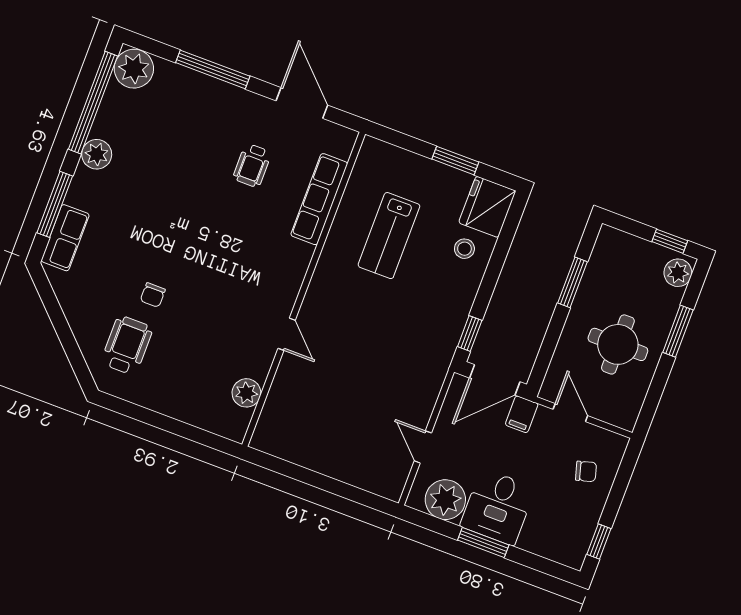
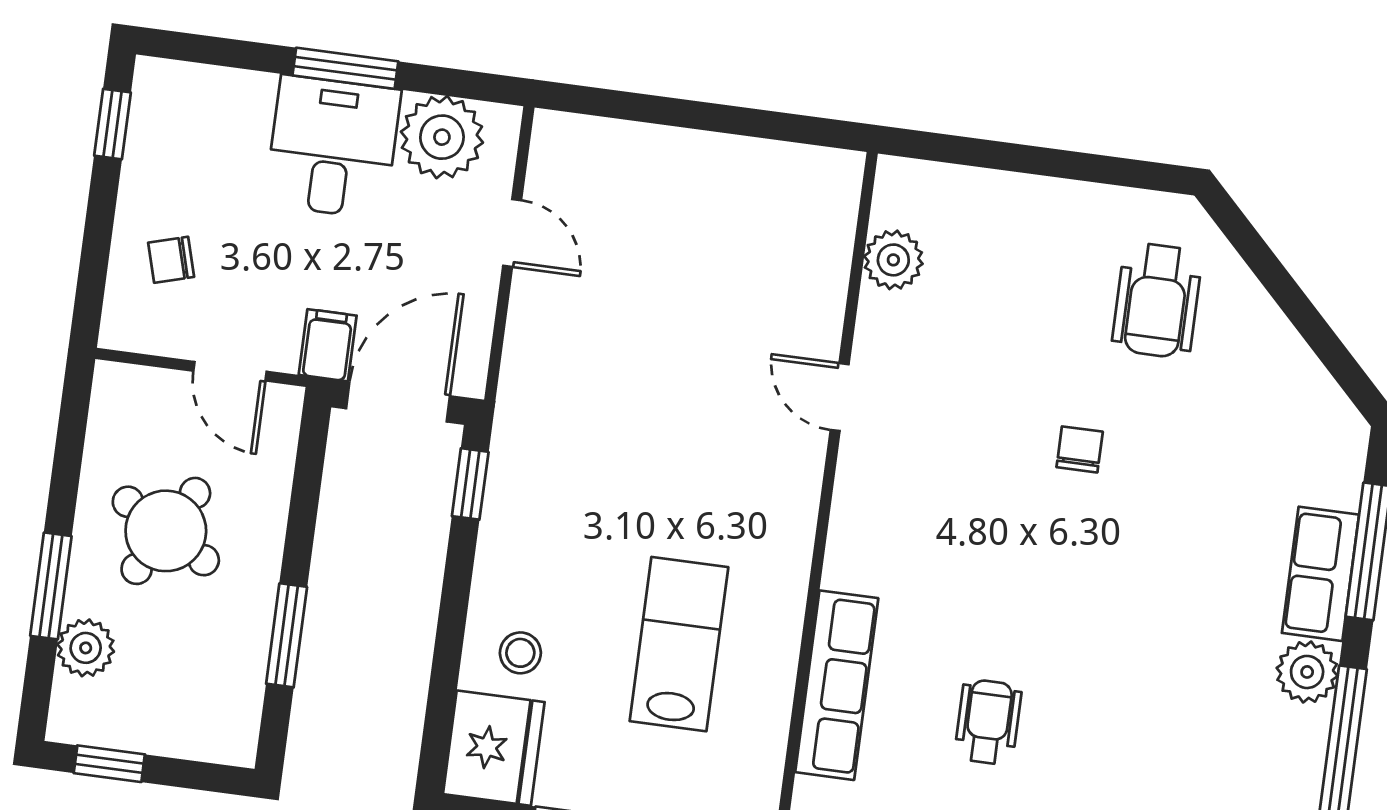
row of seats: (65, 238) -> (1321, 574), moved
plant: (678, 273) -> (86, 648), moved
chair: (153, 295) -> (1080, 449), moved
round table: (618, 344) -> (166, 531), turned 30

